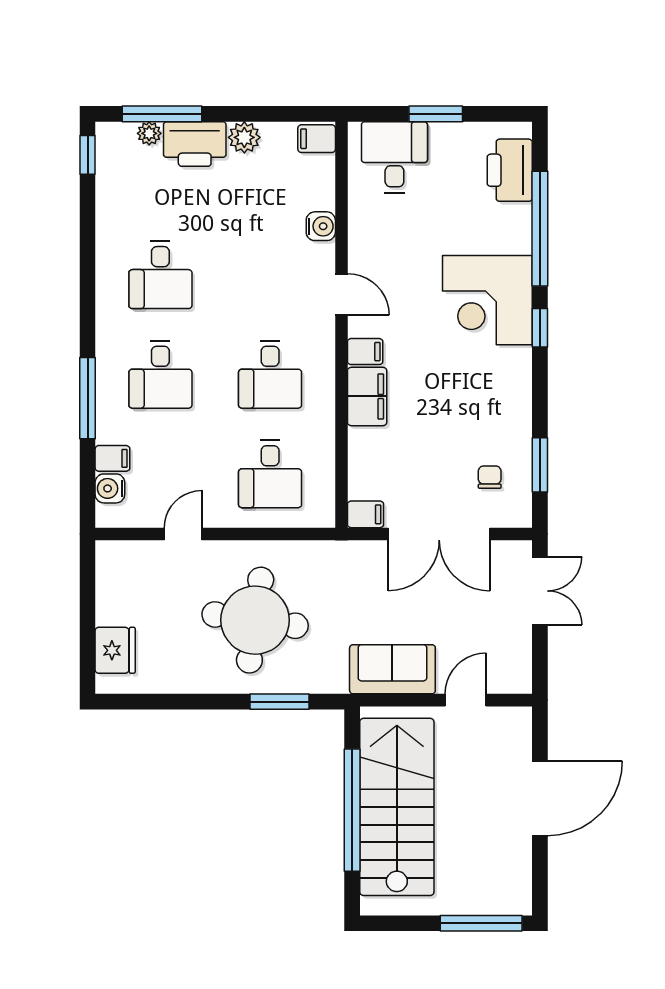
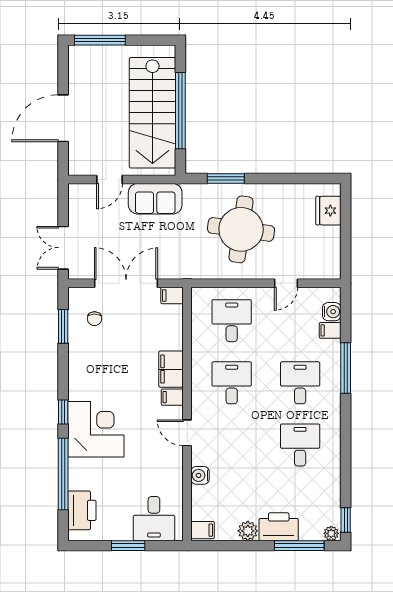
plant: (149, 133) -> (331, 533), moved

